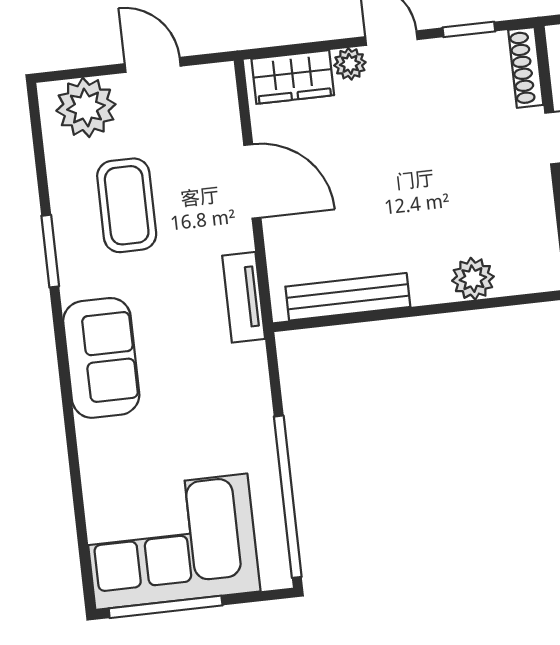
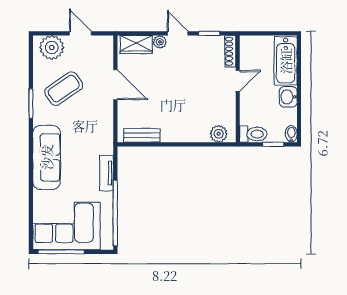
coffee table: (127, 205) -> (64, 89), turned 55
plant: (473, 279) -> (219, 134), moved
tv unit: (244, 297) -> (107, 173), moved
bench: (348, 297) -> (142, 135), width x0.73
sofa: (101, 358) -> (47, 157), width x1.36

